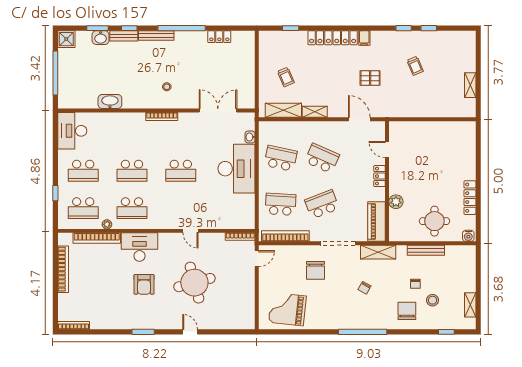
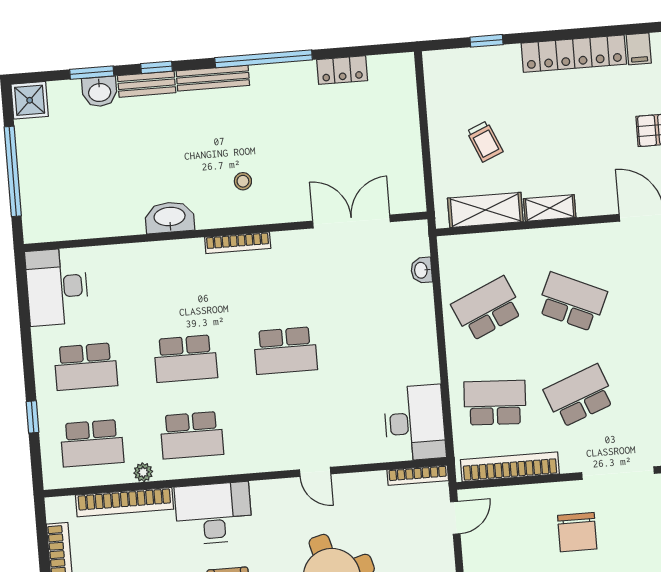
washbasin: (110, 101) -> (170, 217), moved
school desk: (281, 158) -> (487, 309), turned -36
desk: (237, 169) -> (415, 423), moved, width x0.73, depth x0.77

